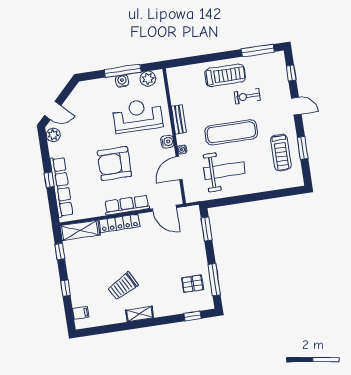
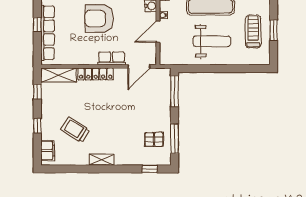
treadmill: (281, 152) -> (253, 32), turned 180
weight bench: (224, 171) -> (212, 41), moved
row of seats: (127, 205) -> (112, 58), width x0.68
door: (164, 208) -> (139, 66), hinge flipped
window: (207, 229) -> (175, 91), width x1.44
trolley: (123, 286) -> (75, 130), moved, turned 60
filing cabinet: (81, 313) -> (48, 151), width x2.00

